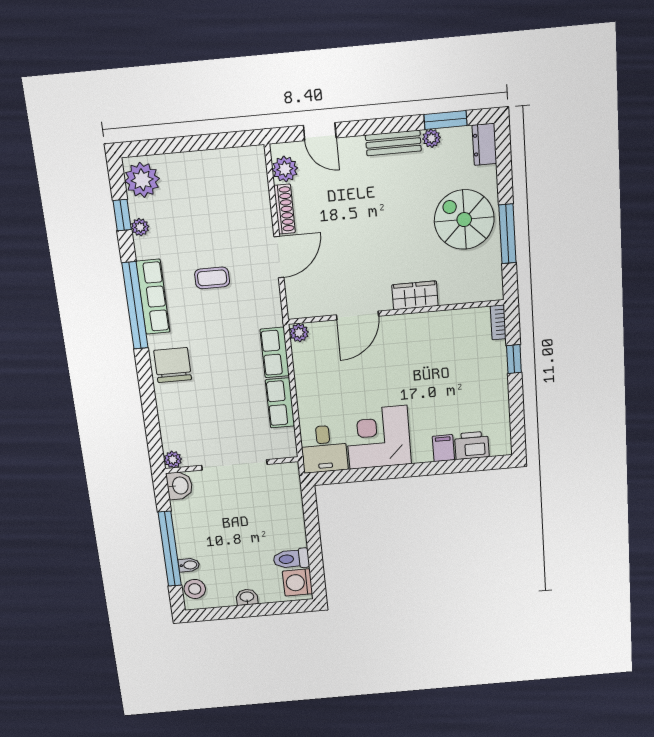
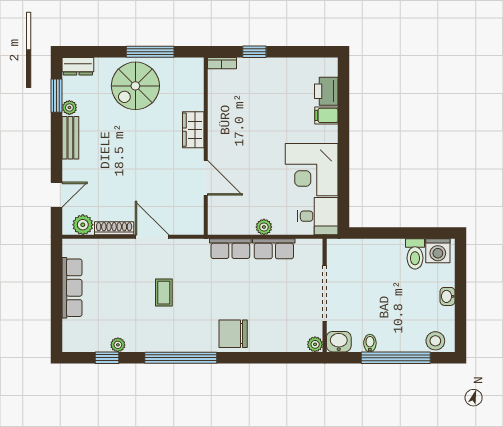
plant: (142, 180) -> (81, 338), removed
row of seats: (153, 297) -> (72, 288), moved, turned 90
plant: (299, 333) -> (264, 227), moved
bidet: (189, 565) -> (370, 343), moved

